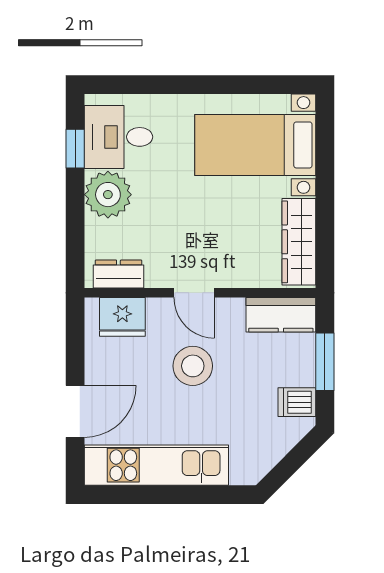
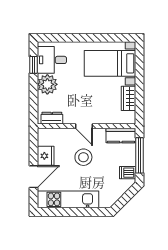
wardrobe: (299, 242) -> (129, 98), width x0.67
fridge: (122, 317) -> (46, 156), moved, turned -90
window: (325, 362) -> (140, 155), width x1.44

